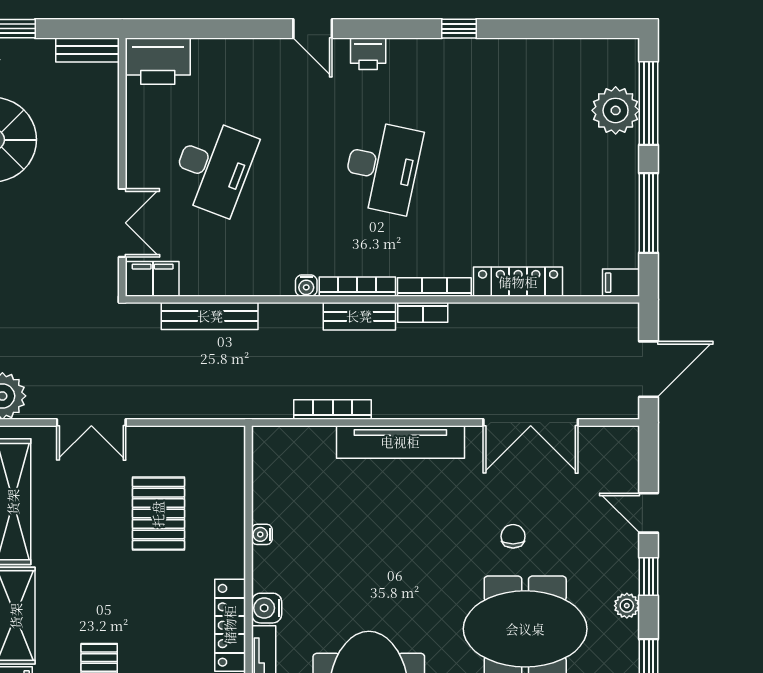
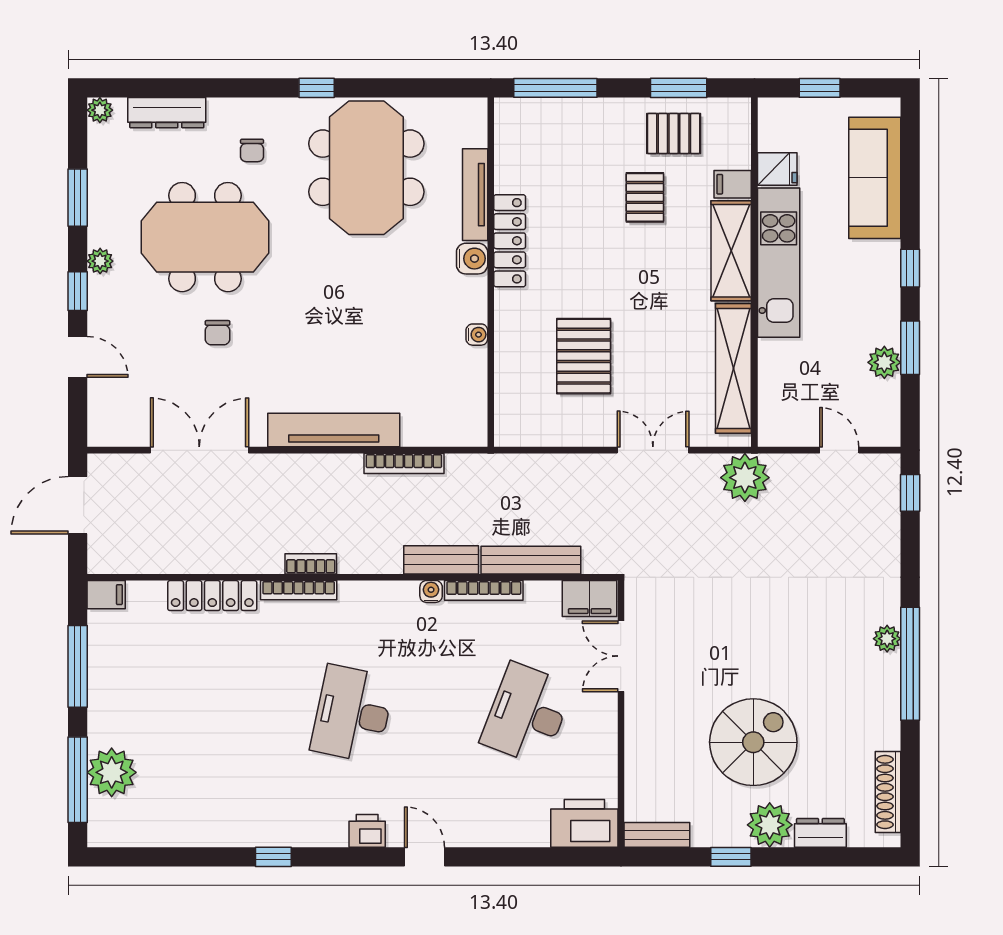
bookcase: (357, 287) -> (484, 590), moved
bench: (359, 316) -> (441, 560), moved

